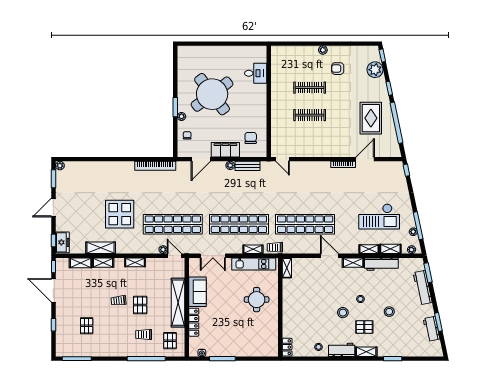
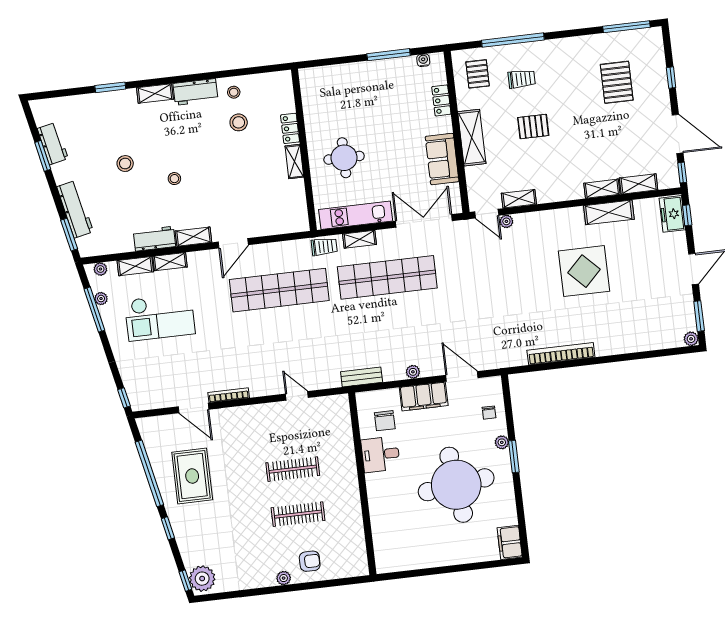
filing cabinet: (184, 56) -> (510, 542), added
armchair: (338, 69) -> (310, 561), moved
plant: (375, 70) -> (202, 579), moved
desk: (256, 73) -> (381, 454), moved
round table: (212, 94) -> (456, 485), turned 30
door: (201, 159) -> (462, 376), hinge flipped
door: (283, 159) -> (297, 396), moved
door: (365, 159) -> (194, 408), hinge flipped
bookcase: (155, 166) -> (561, 354), moved
bench: (247, 166) -> (362, 377), moved
checkout: (379, 216) -> (160, 317), turned 180
shop shelf: (173, 224) -> (495, 265), removed
double door: (213, 256) -> (424, 221), width x1.37
door: (330, 256) -> (233, 243), hinge flipped
shelving: (135, 262) -> (519, 199), moved
workbench: (381, 264) -> (154, 239), width x0.73
shelving: (287, 268) -> (294, 162), moved
trolley: (119, 301) -> (569, 130), removed
shelving: (178, 303) -> (472, 138), width x0.68
pallet: (140, 305) -> (533, 126), turned 90
stool: (343, 313) -> (239, 122), moved
locker: (194, 322) -> (441, 100), width x0.66
pallet: (87, 326) -> (617, 82), width x1.50, depth x1.42
pallet: (364, 327) -> (163, 134), removed
locker: (287, 347) -> (290, 128), moved

